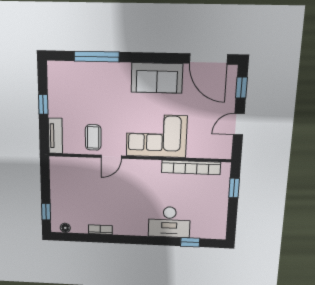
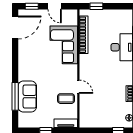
sofa: (157, 78) -> (27, 97), moved
corner sofa: (157, 136) -> (64, 45), moved

